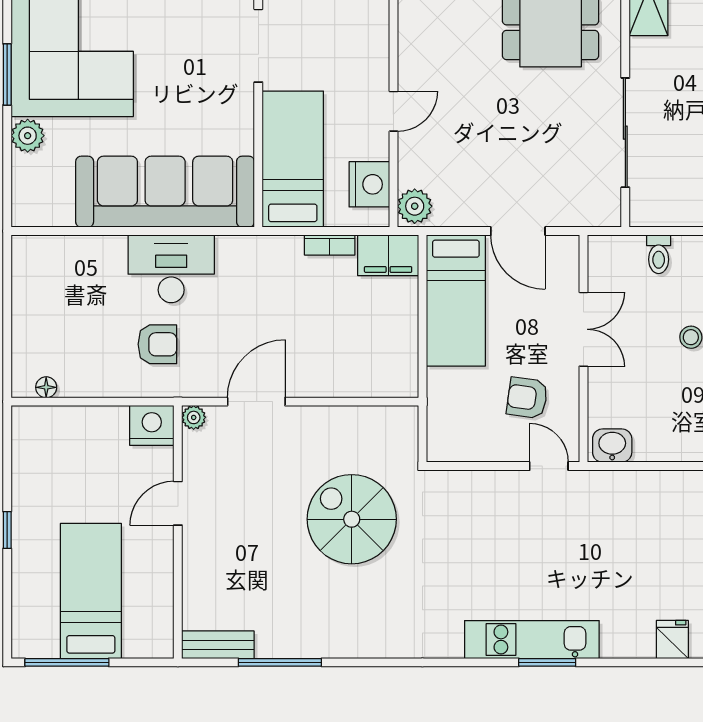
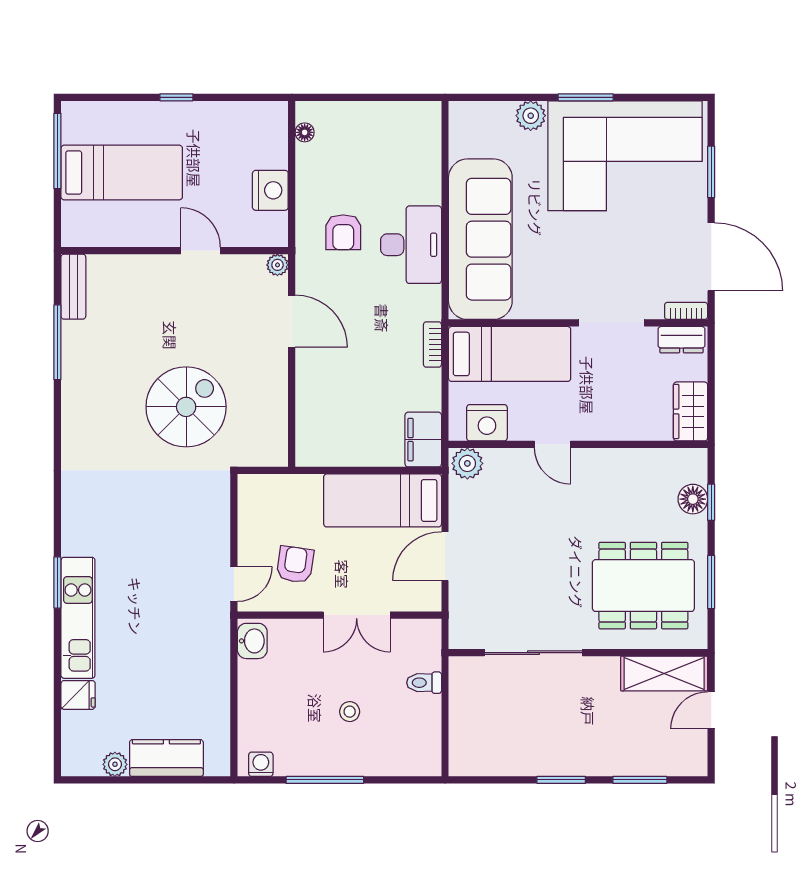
bookcase: (330, 245) -> (432, 345), moved
nightstand: (152, 425) -> (270, 190), moved
kitchen unit: (532, 640) -> (78, 618), moved

